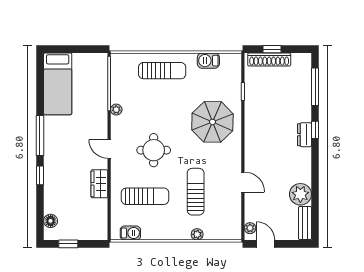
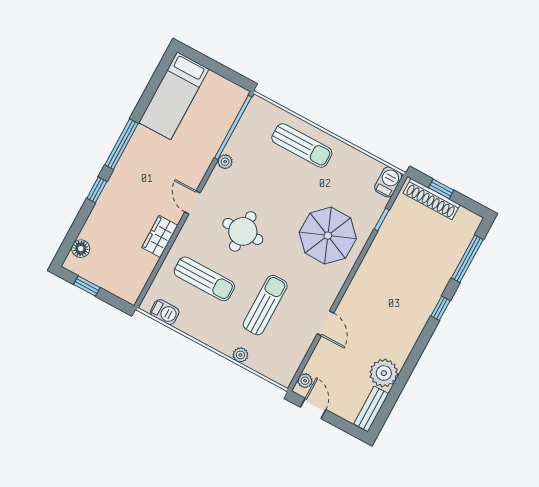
barbecue: (208, 61) -> (388, 182), moved, turned 90
dresser: (305, 135) -> (425, 307), removed

